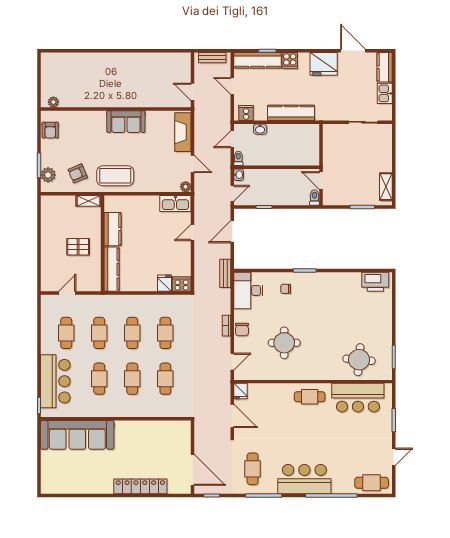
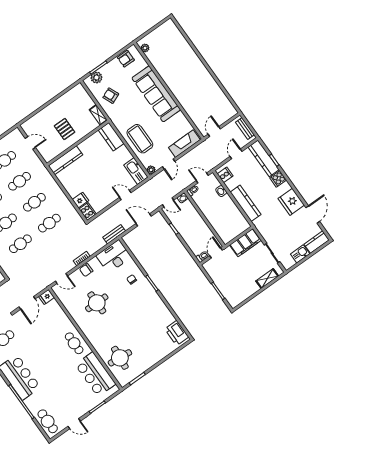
sofa: (126, 122) -> (156, 94), width x1.85, depth x1.27
filing cabinet: (332, 142) -> (245, 243), added
coffee table: (115, 176) -> (140, 139), moved
shelving: (386, 187) -> (267, 278), moved
kitchen counter: (113, 229) -> (111, 137), moved, turned 90

